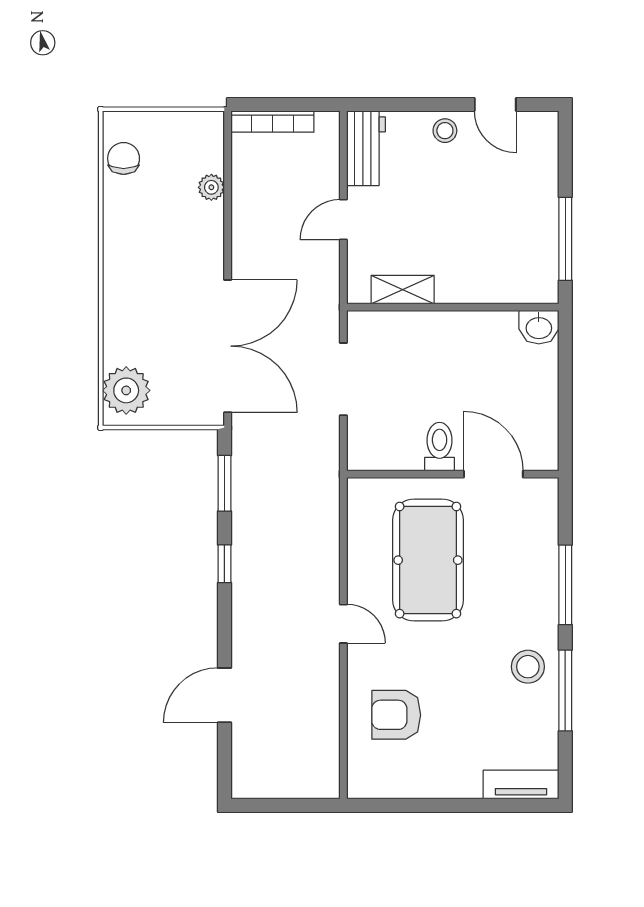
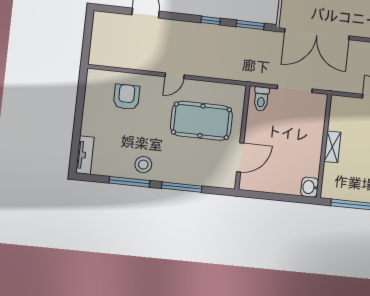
shelving: (403, 290) -> (332, 147), moved
toilet: (440, 447) -> (261, 99), moved, turned 90

